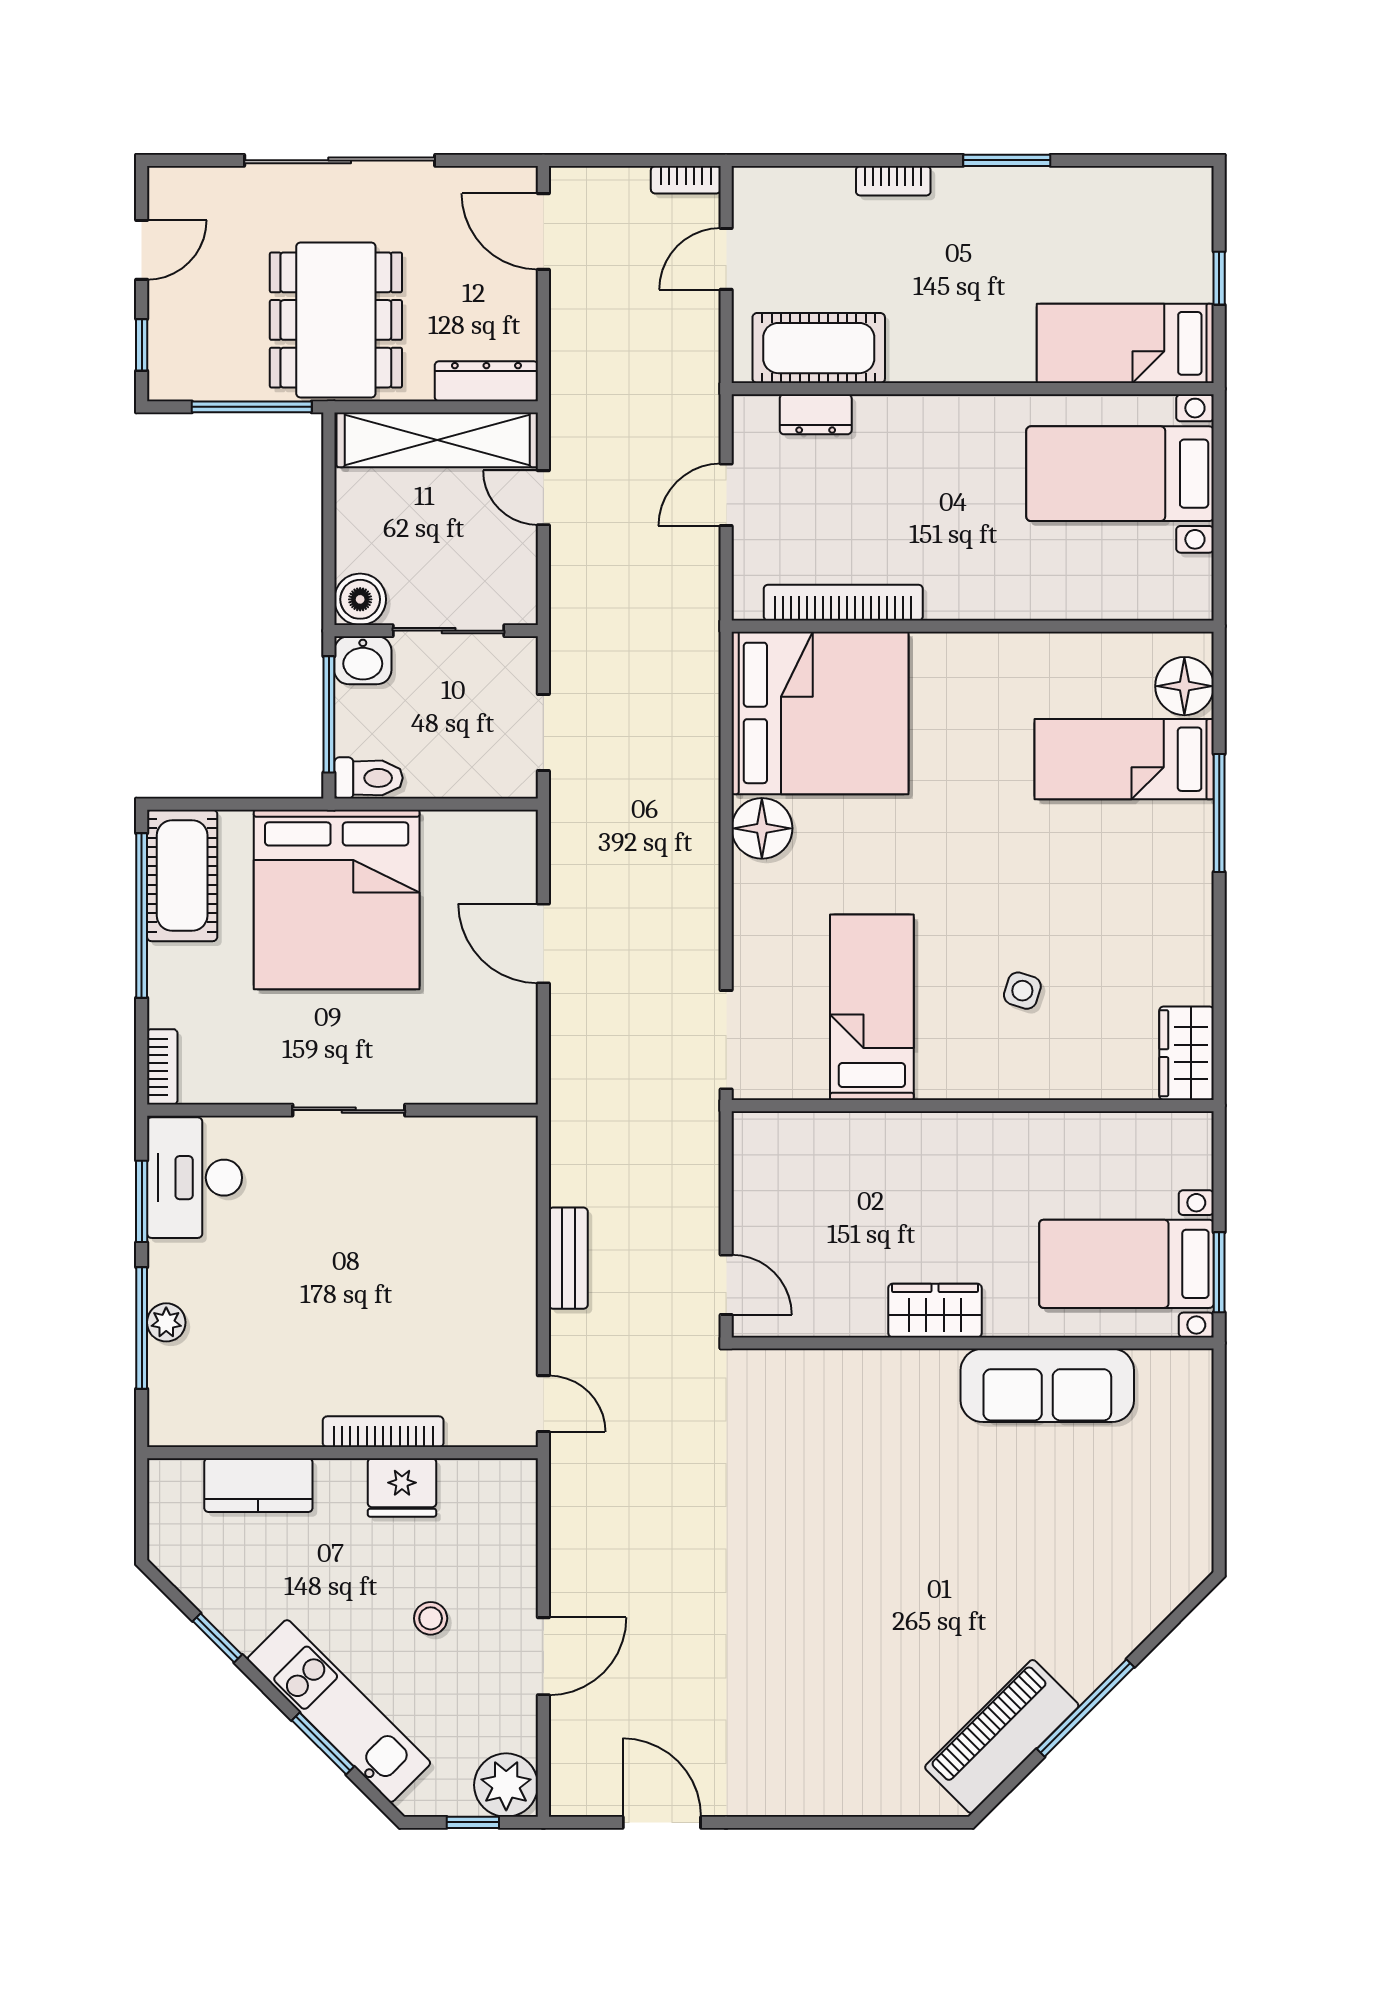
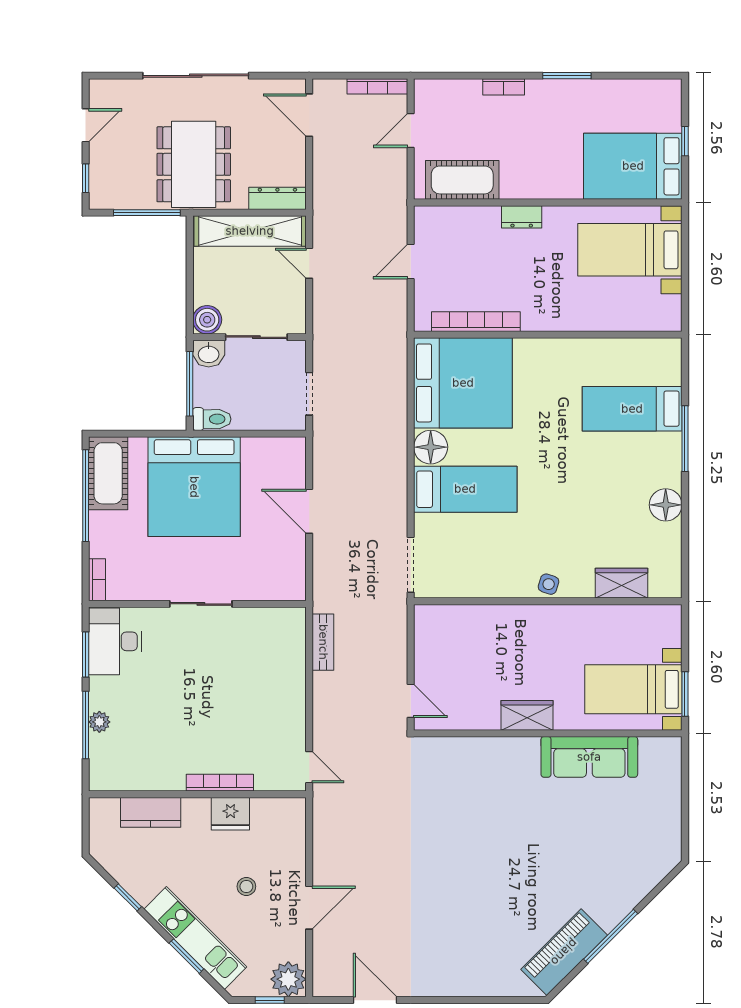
bookcase: (686, 180) -> (377, 86), width x1.56
bed: (1125, 343) -> (633, 166), width x1.50
dresser: (816, 414) -> (522, 217), moved
floor lamp: (1184, 686) -> (666, 505), moved
side table: (1022, 991) -> (549, 584), moved
bed: (872, 1007) -> (465, 489), moved, turned 90
wardrobe: (1187, 1053) -> (621, 583), moved, turned 90
bench: (568, 1258) -> (323, 642), moved

